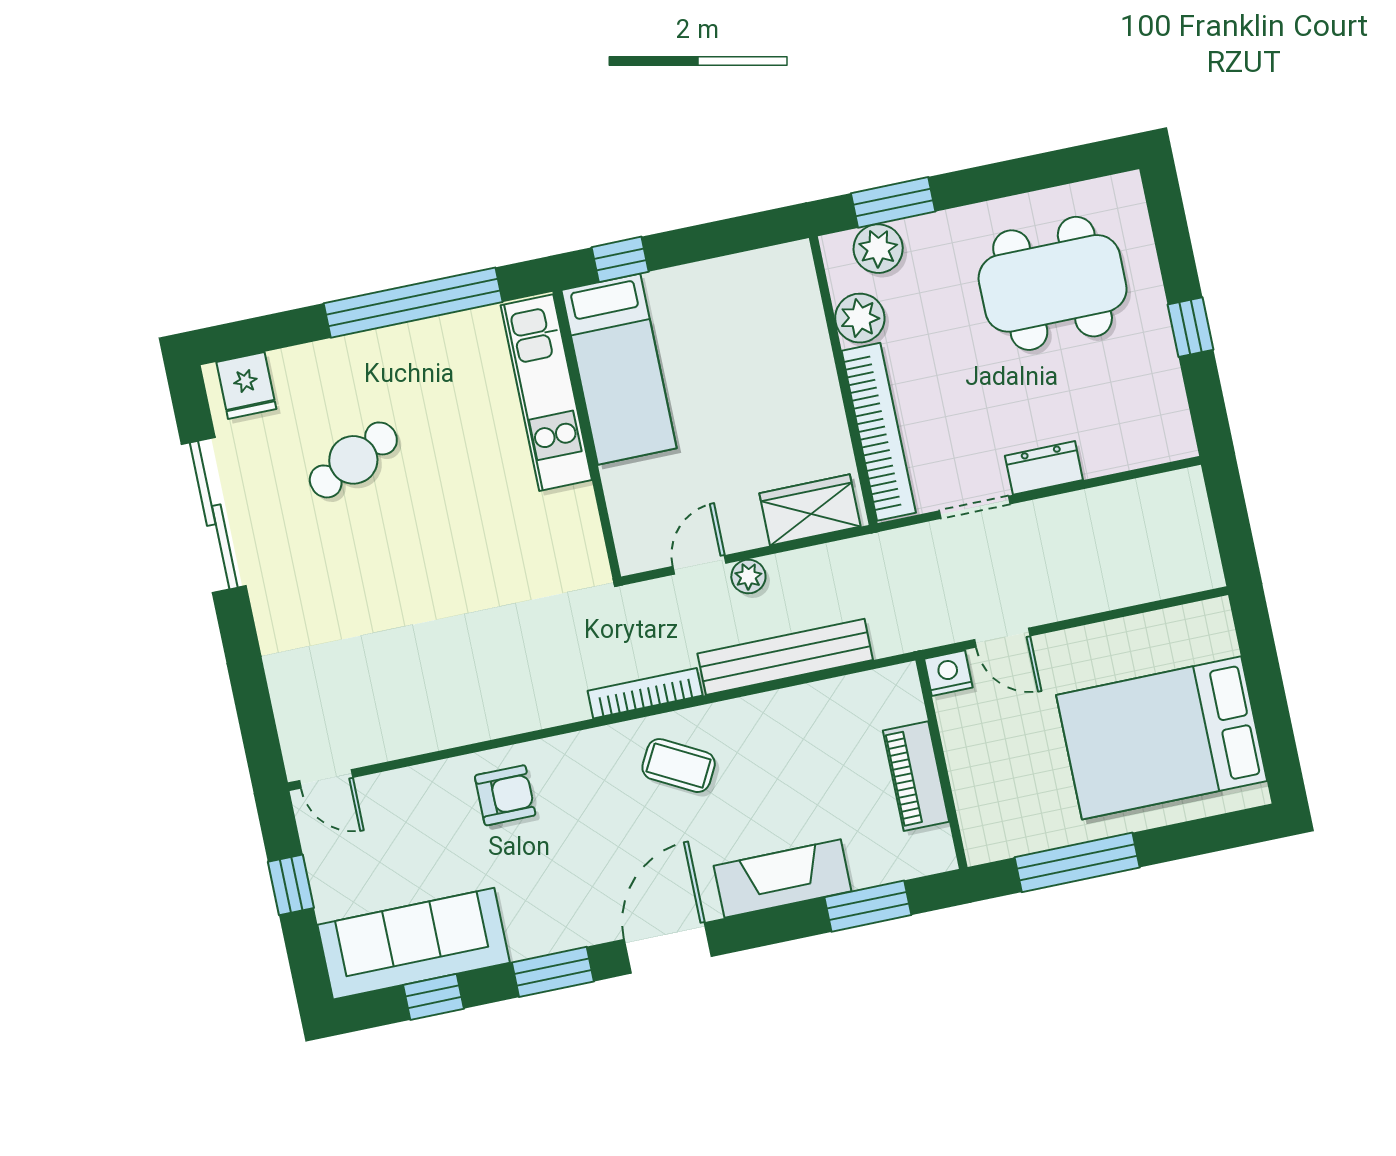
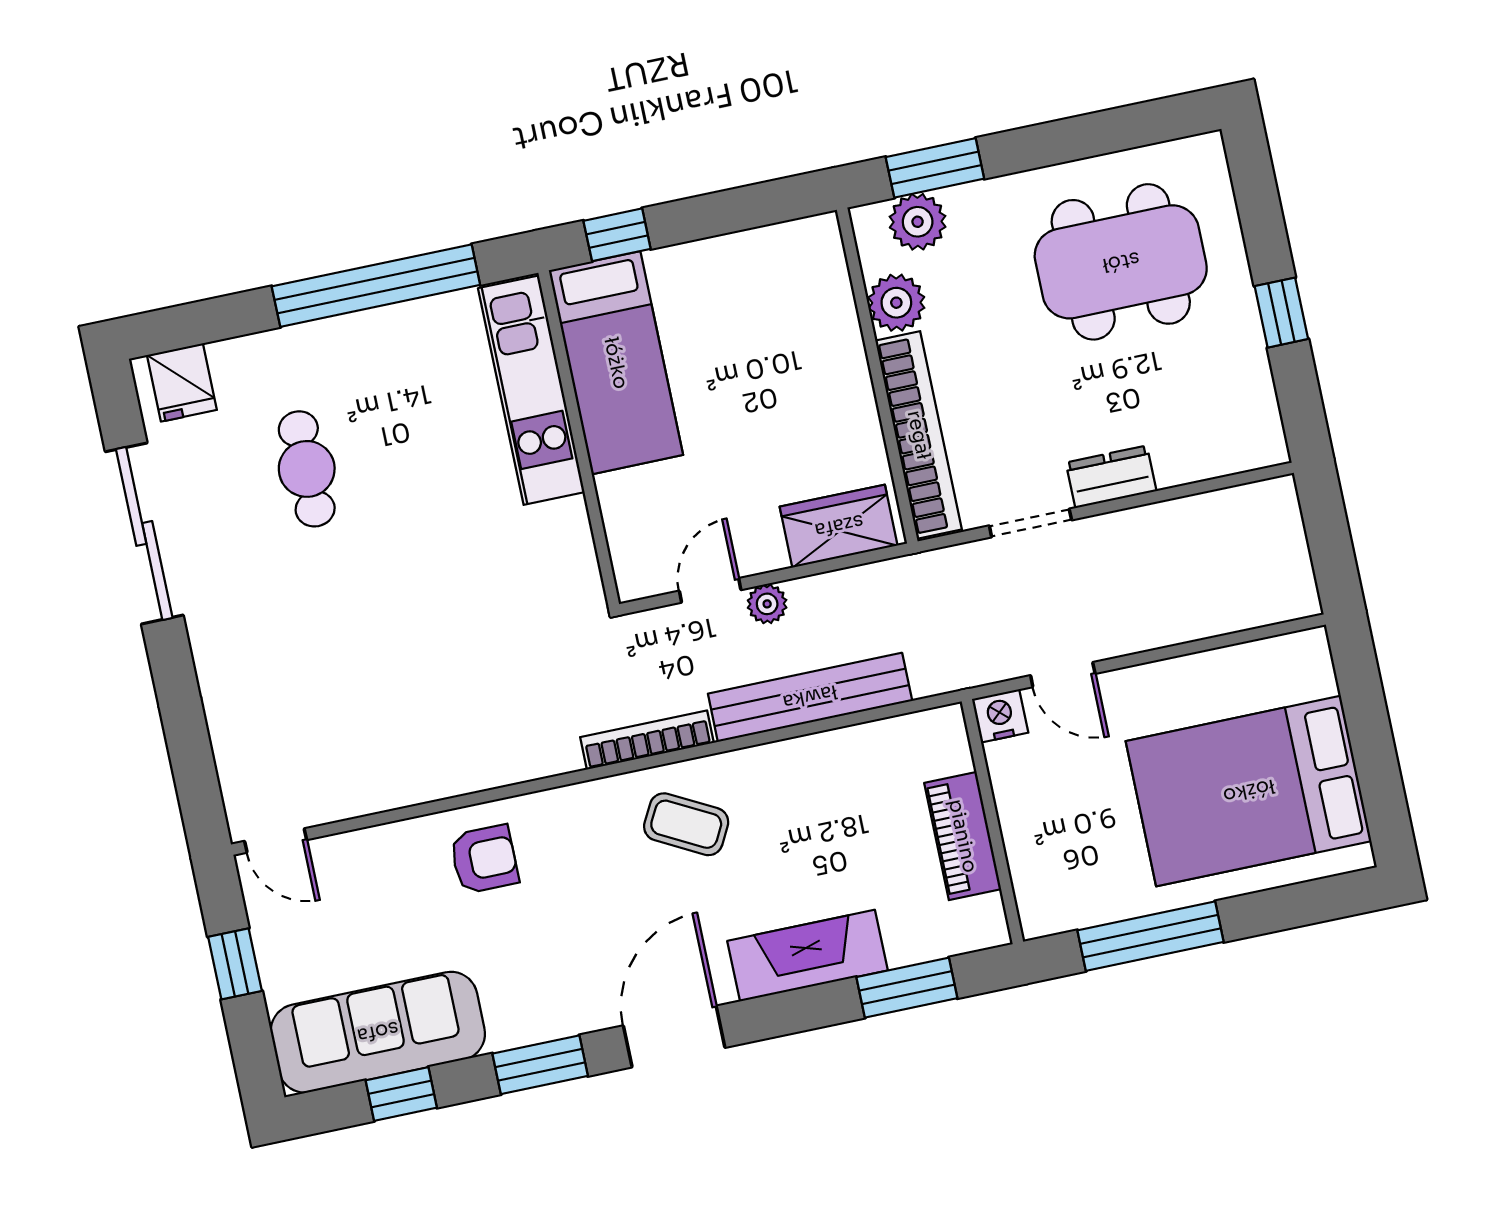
cafe table: (353, 460) -> (307, 469), turned -64

